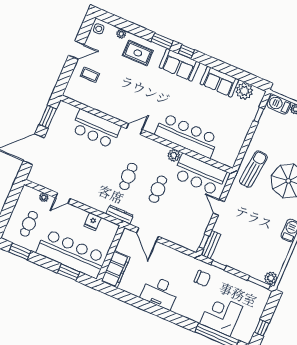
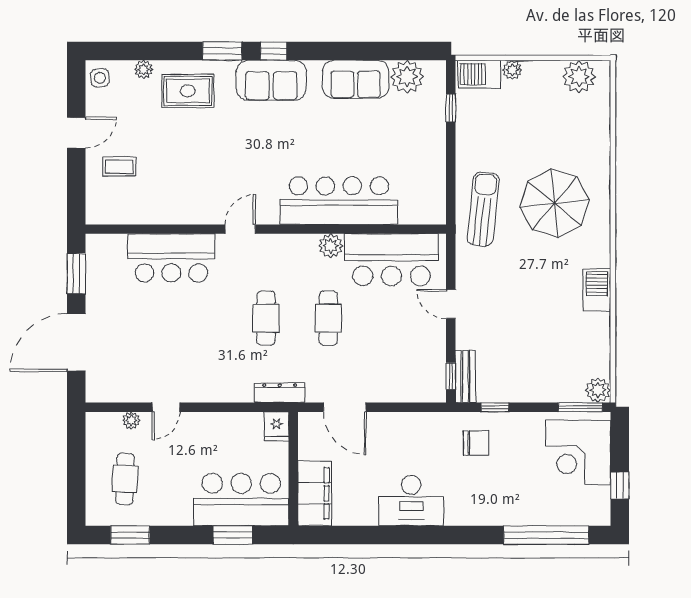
fridge: (93, 222) -> (277, 426), moved
bar counter: (72, 254) -> (241, 500), width x0.73
corner desk: (221, 315) -> (578, 452), moved, turned -90

